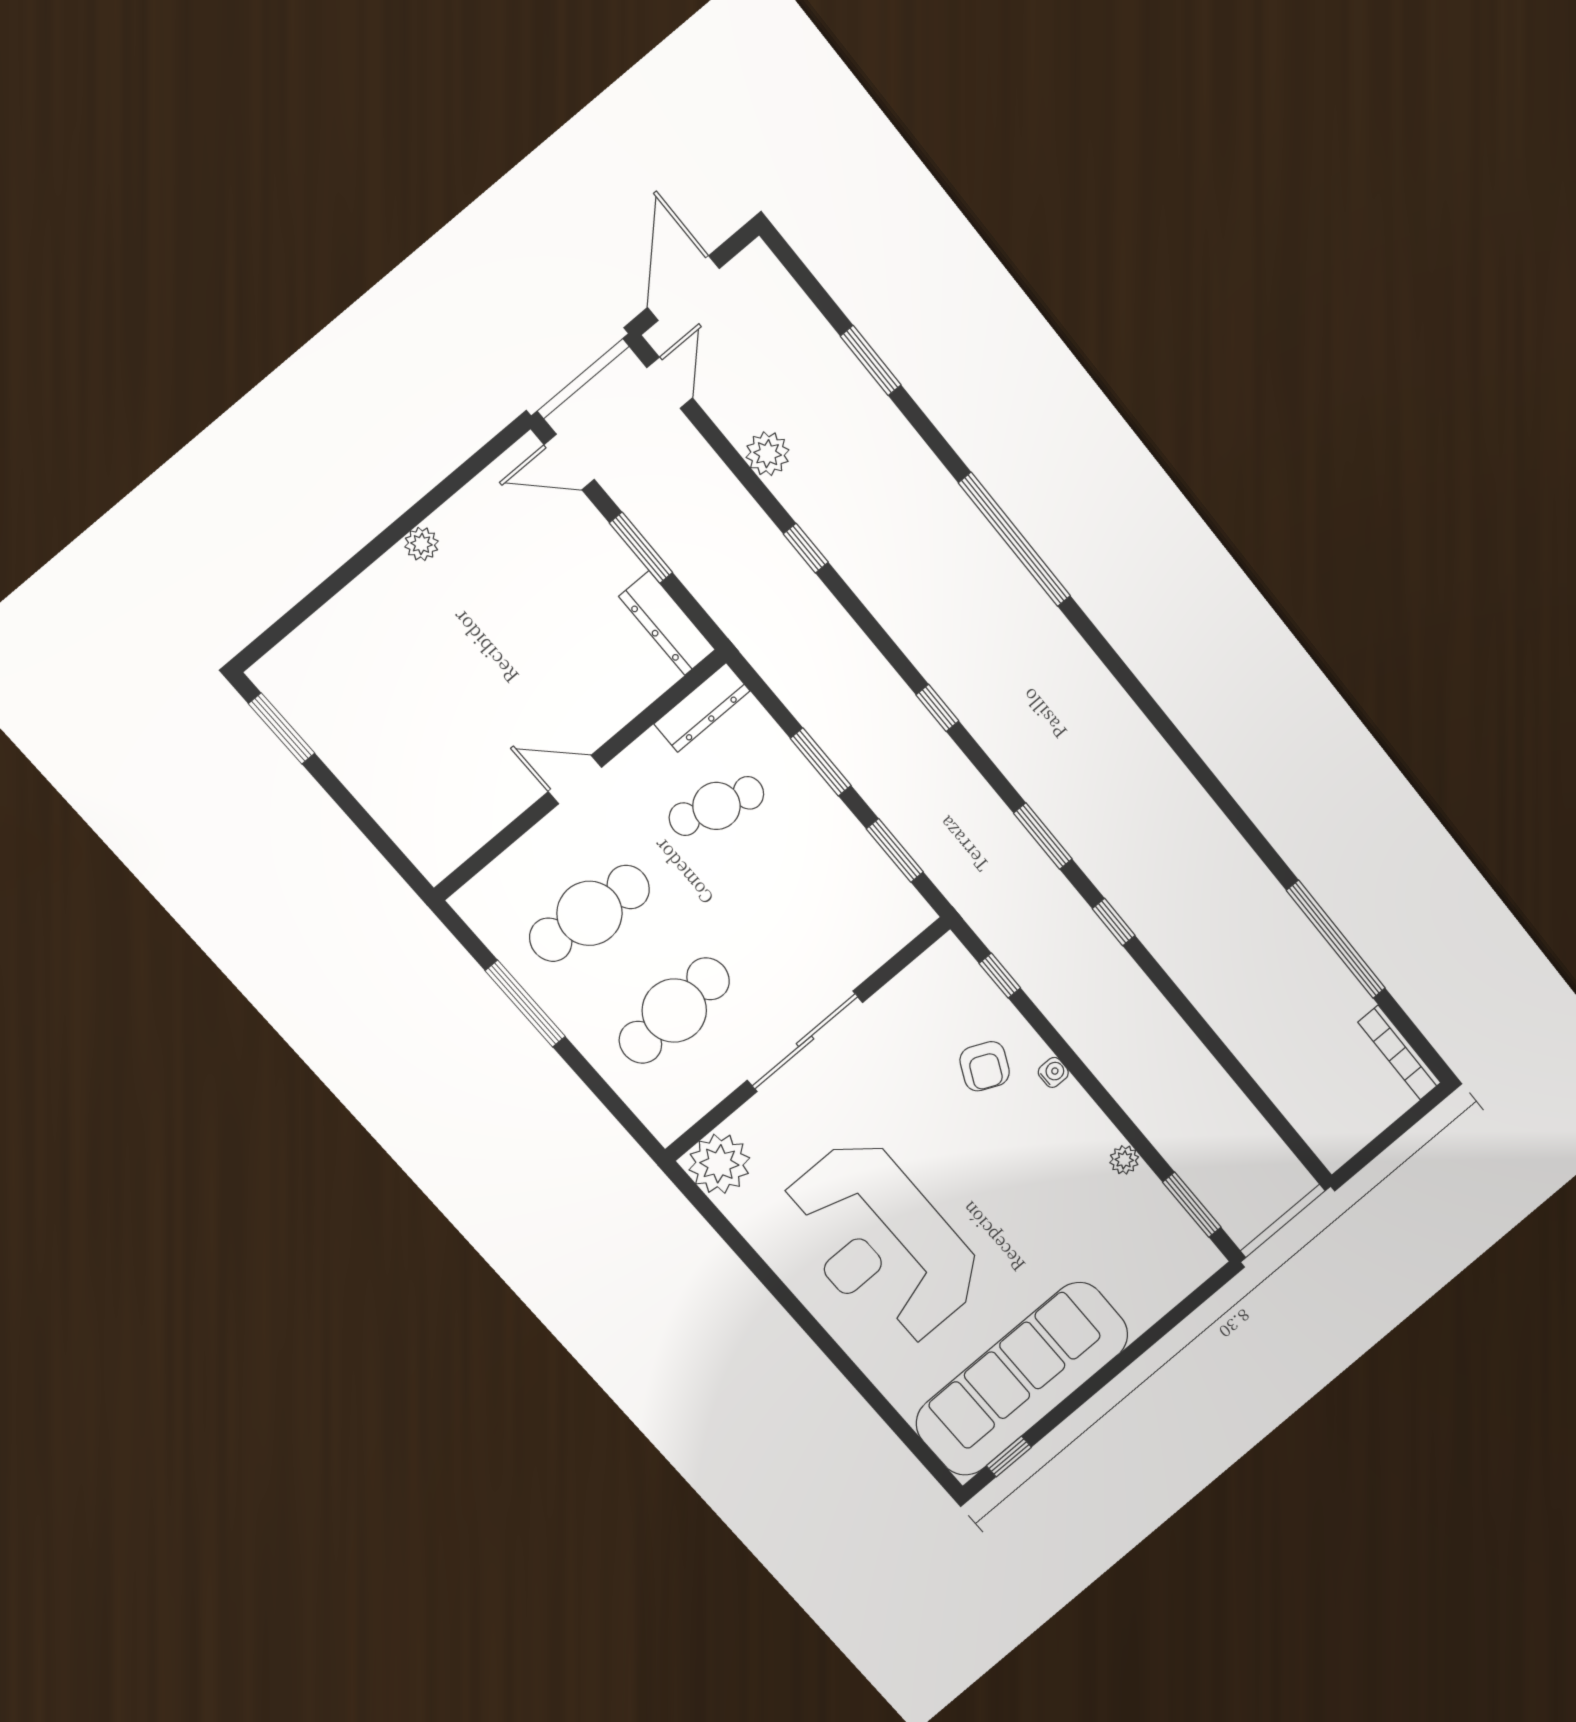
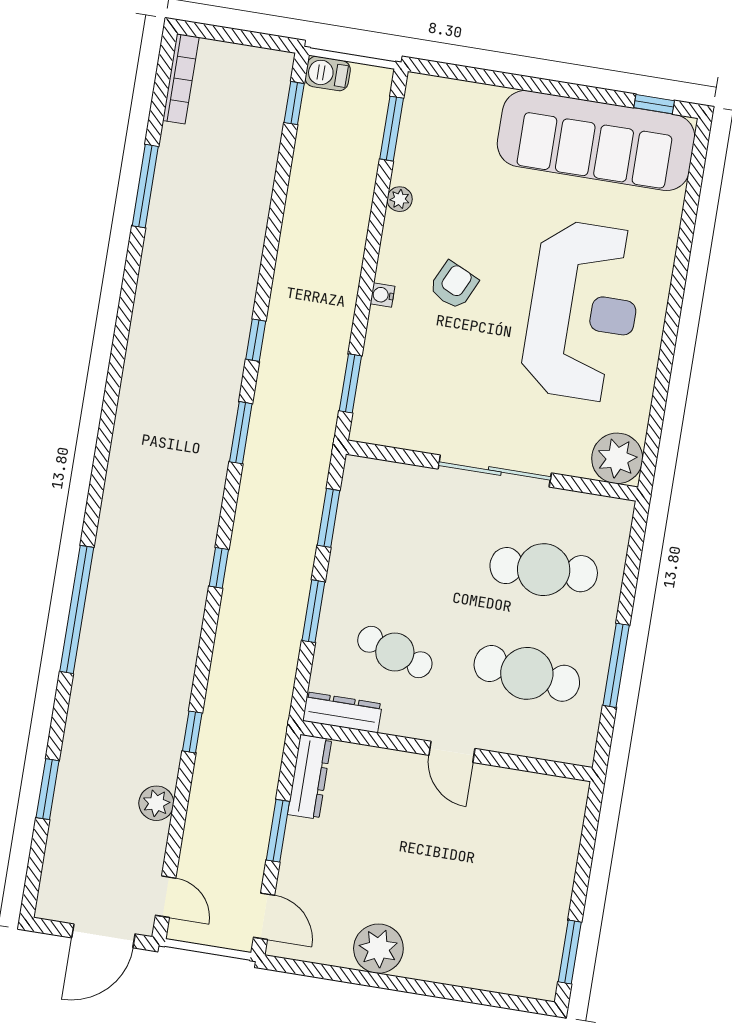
door: (670, 383) -> (166, 897), swing flipped
plant: (422, 544) -> (378, 949), width x1.88, depth x1.88
window: (1336, 939) -> (145, 186), width x0.68
window: (1000, 976) -> (350, 383), width x1.50
armchair: (985, 1066) -> (454, 285), moved
window: (1290, 1136) -> (294, 103), added
barbecue: (1289, 1188) -> (328, 74), added

